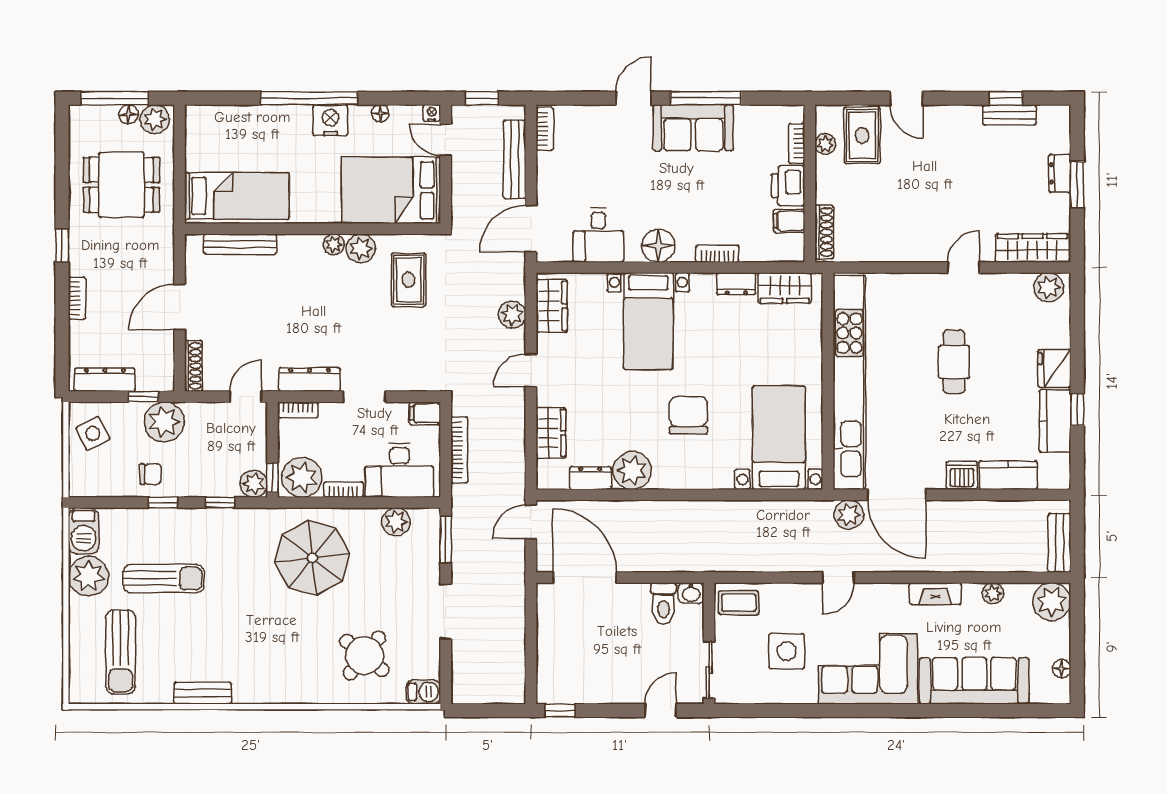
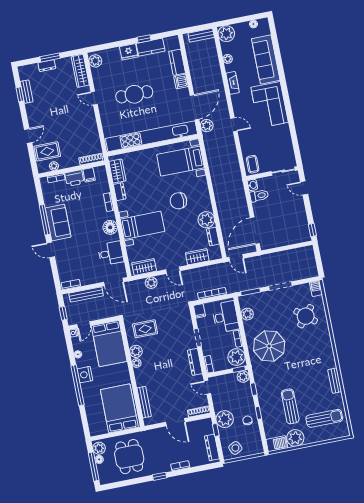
bed: (237, 196) -> (119, 408), width x1.50
cafe table: (954, 362) -> (134, 94), width x1.37, depth x1.35
side table: (787, 651) -> (269, 140), removed

